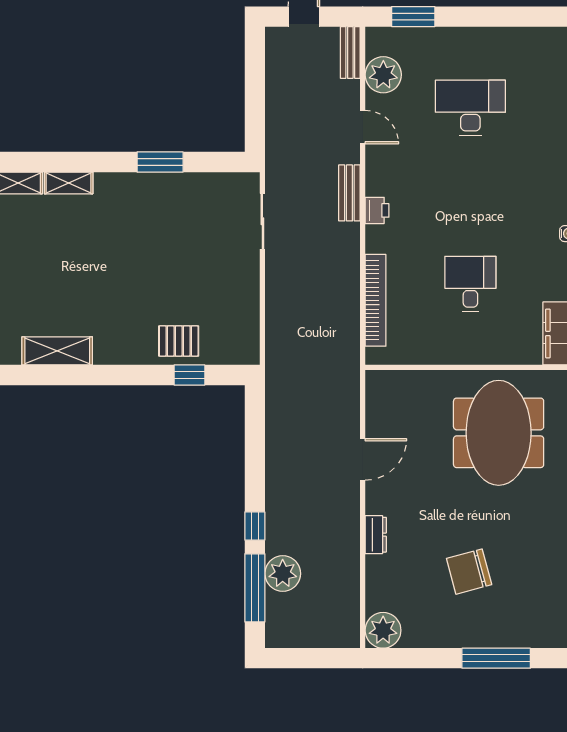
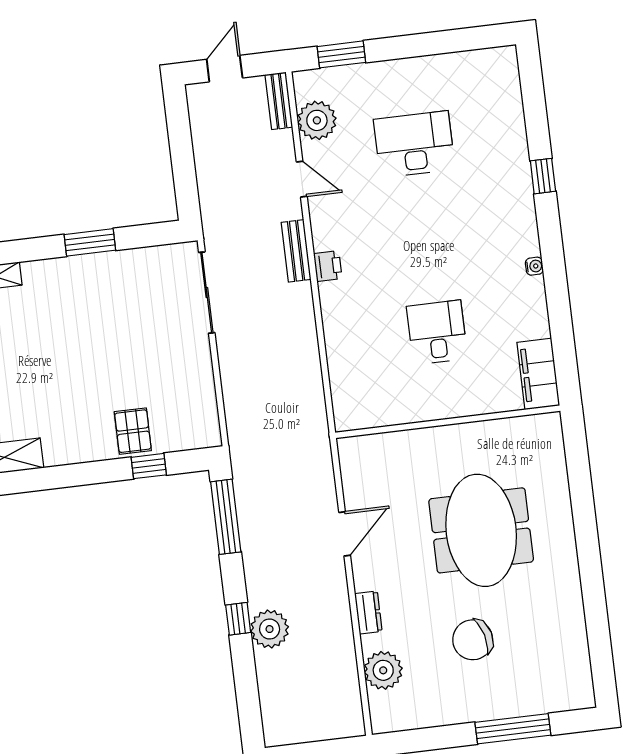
sliding door: (262, 221) -> (207, 293), width x1.37
bookcase: (376, 300) -> (338, 362), removed
pallet: (179, 341) -> (133, 431), turned 90
meeting table: (499, 433) -> (481, 530), moved
plant: (283, 574) -> (270, 629), moved
window: (255, 588) -> (226, 517), moved
plant: (383, 630) -> (383, 670), moved

